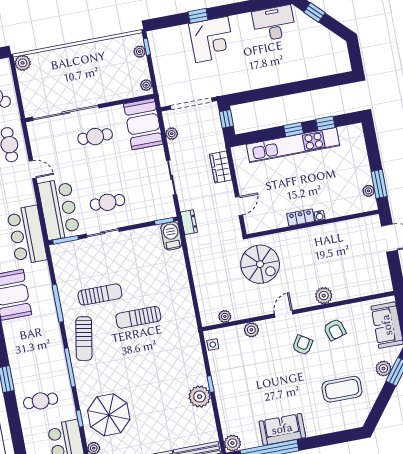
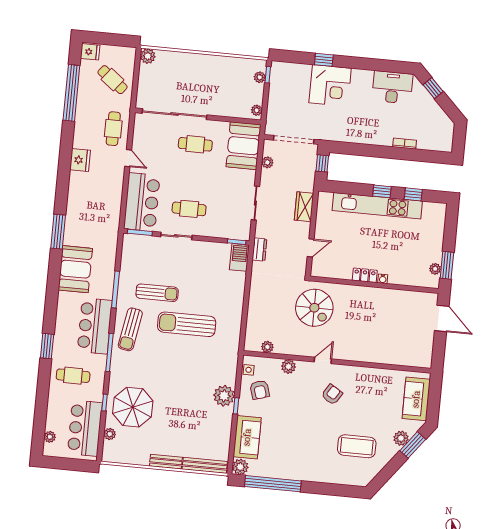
bookcase: (302, 76) -> (405, 144), added
bar counter: (27, 235) -> (95, 326), moved
plant: (324, 296) -> (365, 354), removed
sun lounger: (138, 317) -> (187, 324), width x1.36, depth x1.34
armchair: (335, 330) -> (260, 390), moved
plant: (200, 396) -> (224, 396), moved
sofa: (282, 429) -> (247, 437), moved, turned 90

